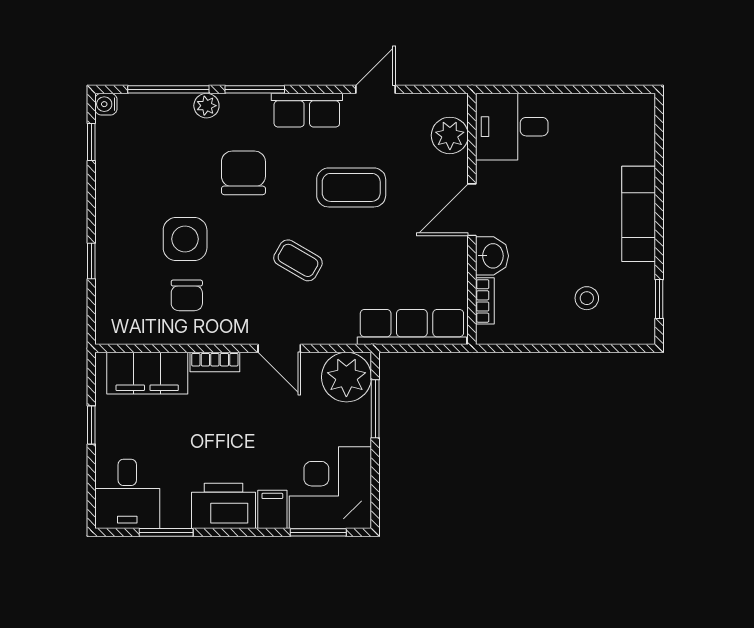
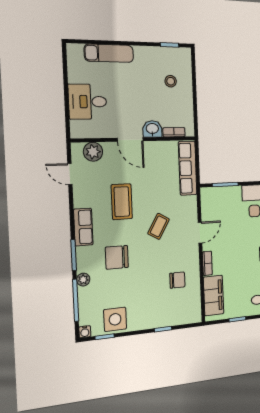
door: (375, 89) -> (70, 174), moved
desk: (512, 127) -> (88, 102), moved, turned 90
exam couch: (639, 214) -> (109, 53), moved
side table: (185, 239) -> (115, 319), moved
plant: (346, 377) -> (212, 199), removed

